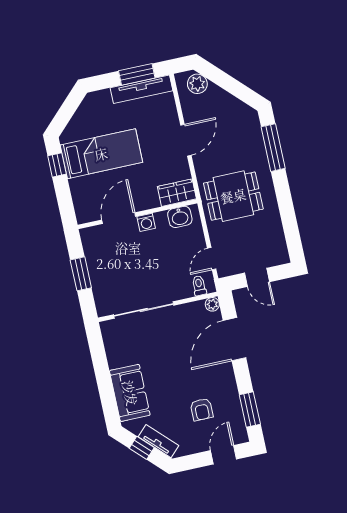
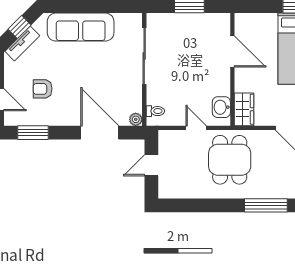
washing machine: (146, 222) -> (223, 76), removed
door: (212, 259) -> (196, 128), moved
sofa: (130, 393) -> (81, 27), width x1.36

